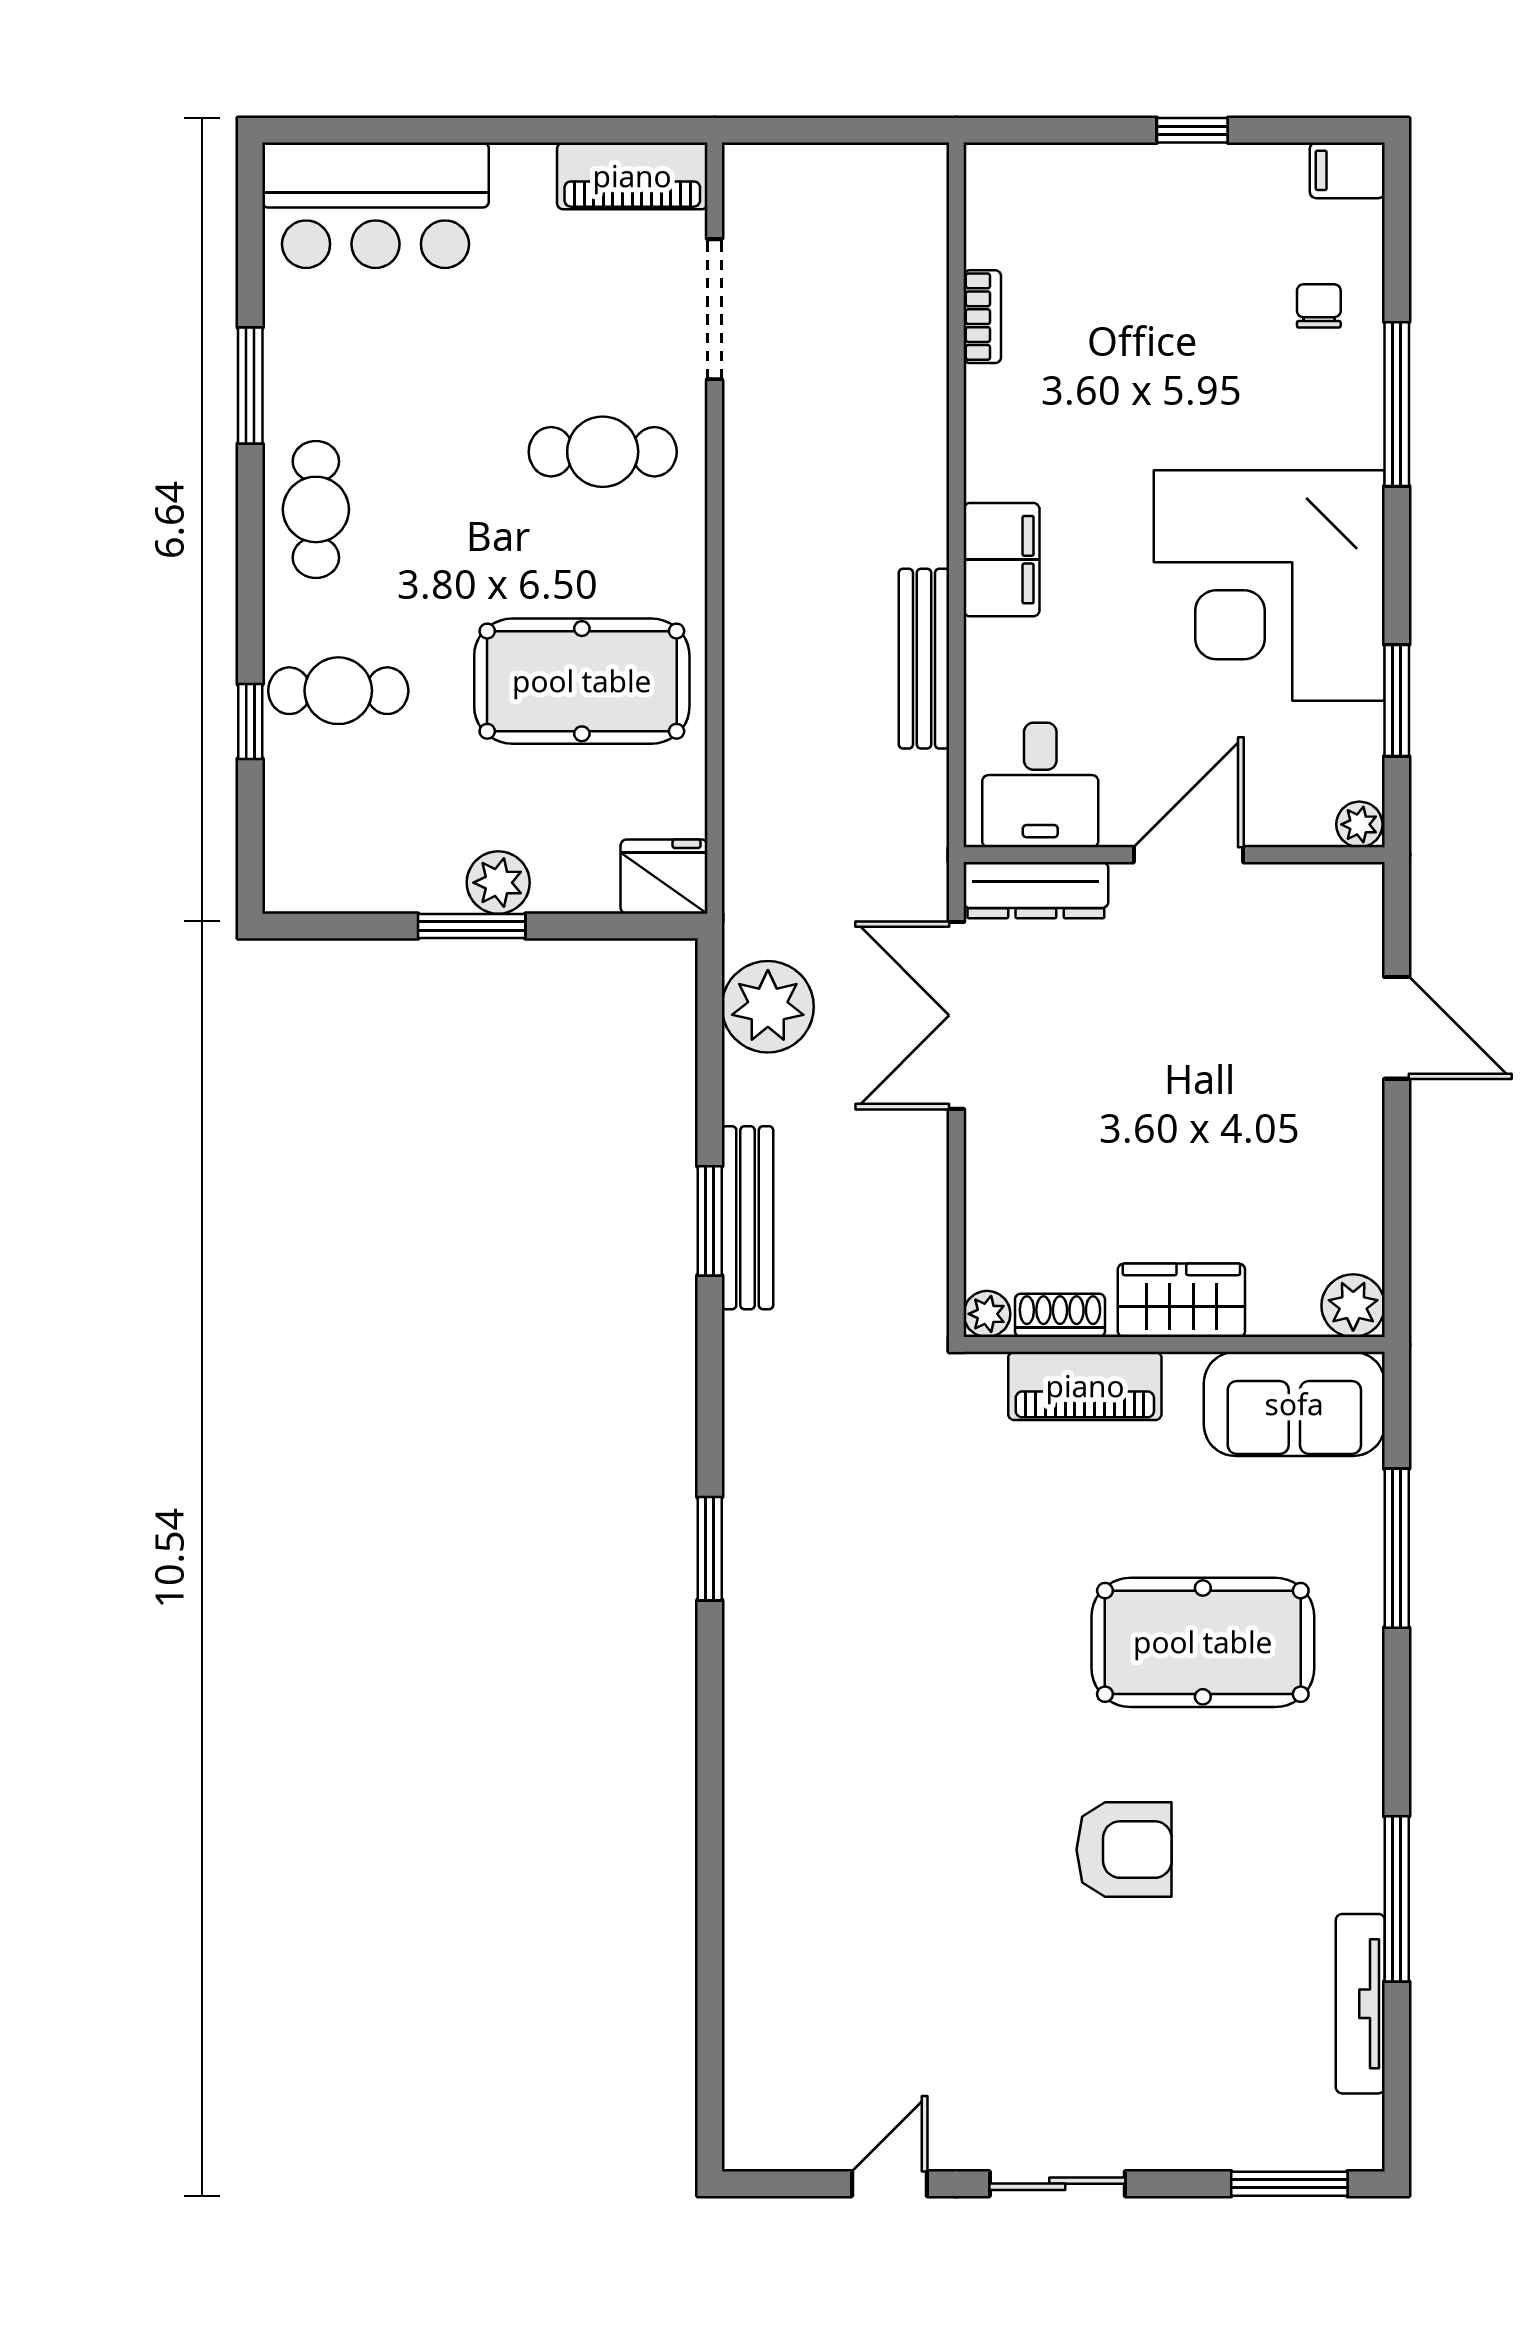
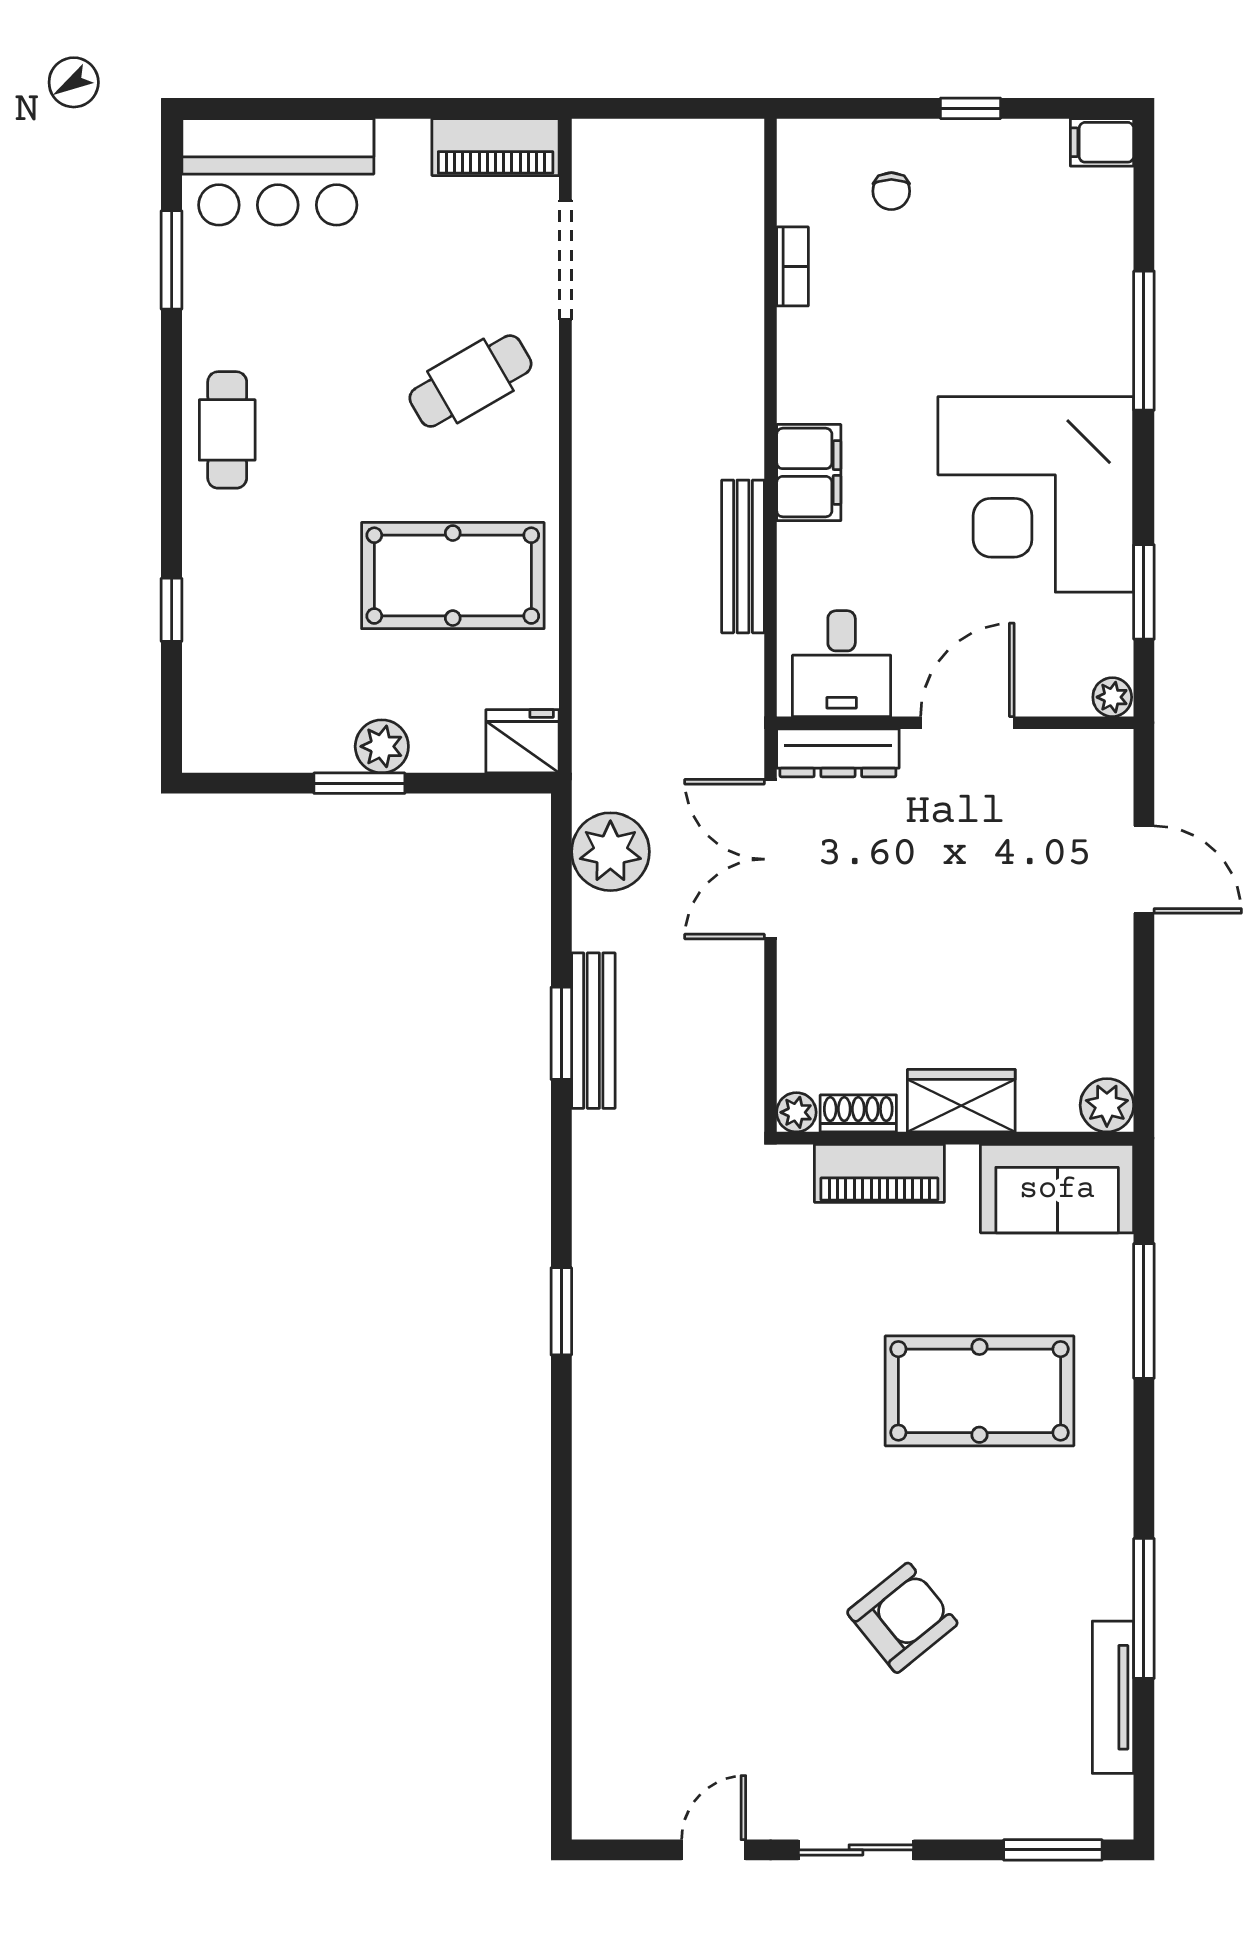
chair: (1319, 306) -> (891, 191), moved, turned 180
window: (250, 386) -> (172, 260), moved
cafe table: (603, 452) -> (470, 381), turned -30
cafe table: (338, 691) -> (246, 584), removed
armchair: (1124, 1850) -> (902, 1618), moved, turned -39

